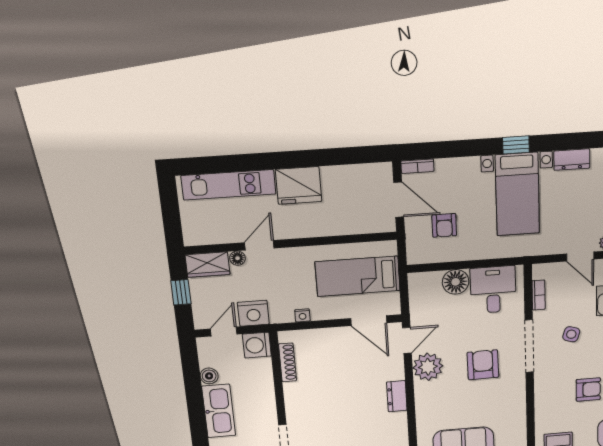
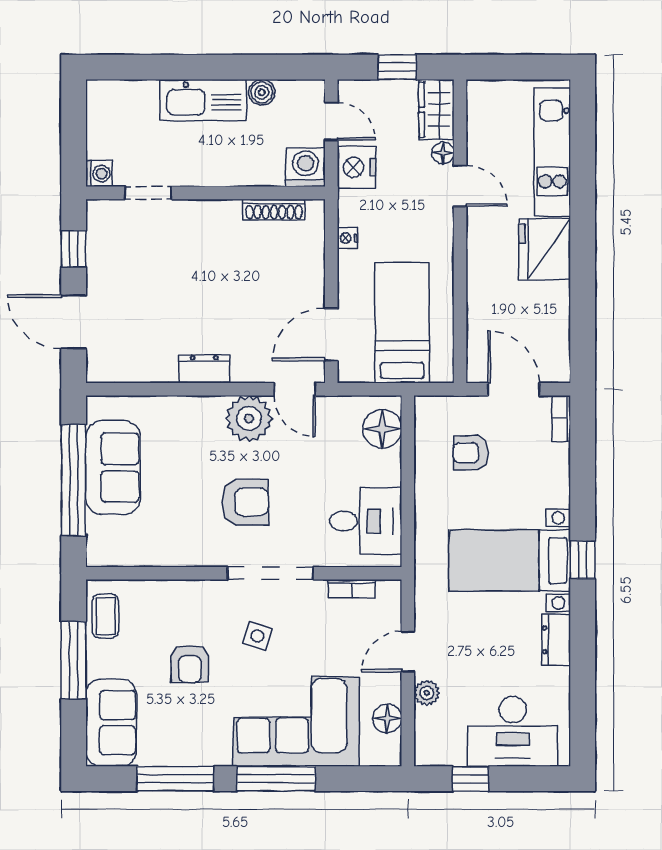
door: (399, 200) -> (514, 389), swing flipped
floor lamp: (456, 282) -> (382, 429), moved
side table: (571, 334) -> (257, 636), moved

